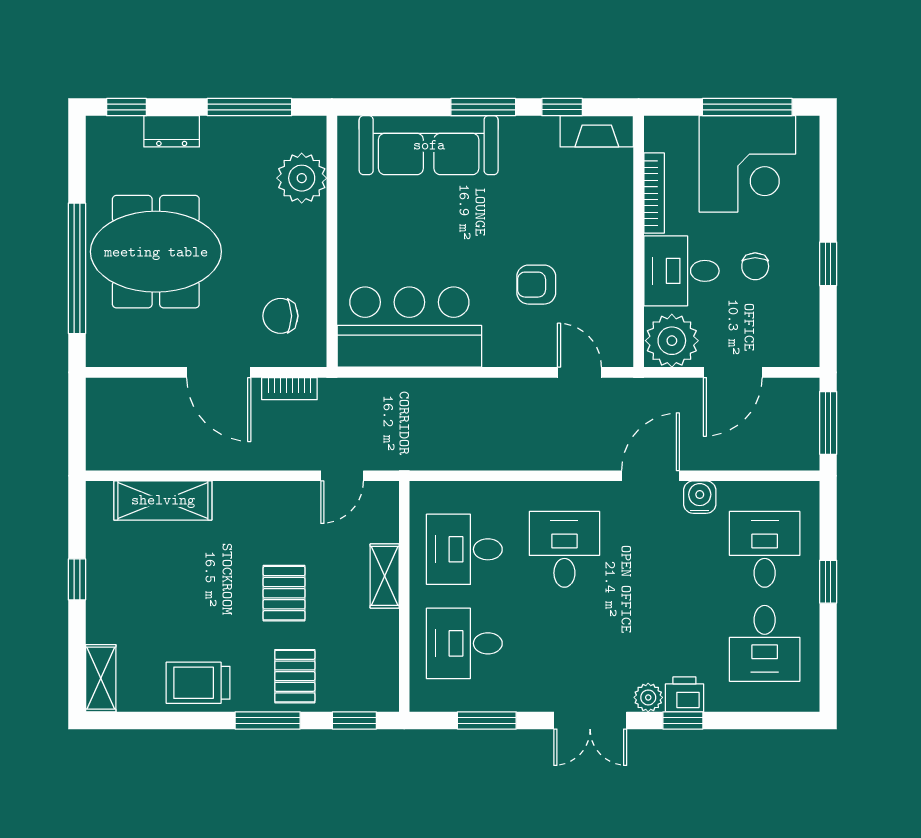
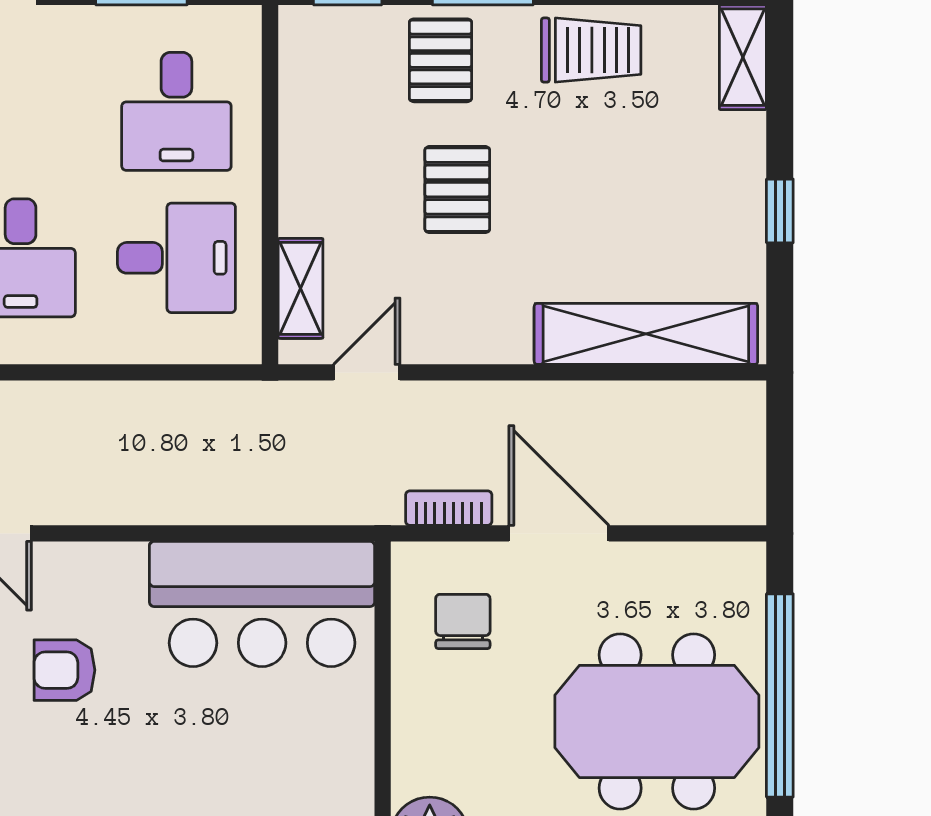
armchair: (536, 285) -> (64, 670), turned 180
chair: (280, 316) -> (463, 621), turned -90
shelving: (163, 500) -> (646, 334), width x1.47
shelving: (385, 576) -> (300, 288), moved
desk: (464, 643) -> (176, 111), turned 90

